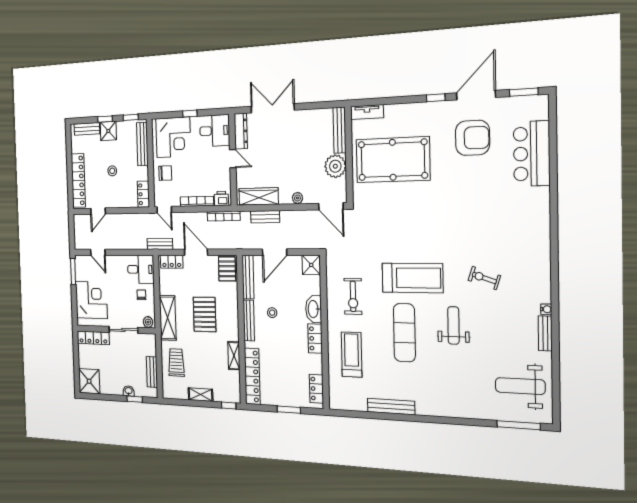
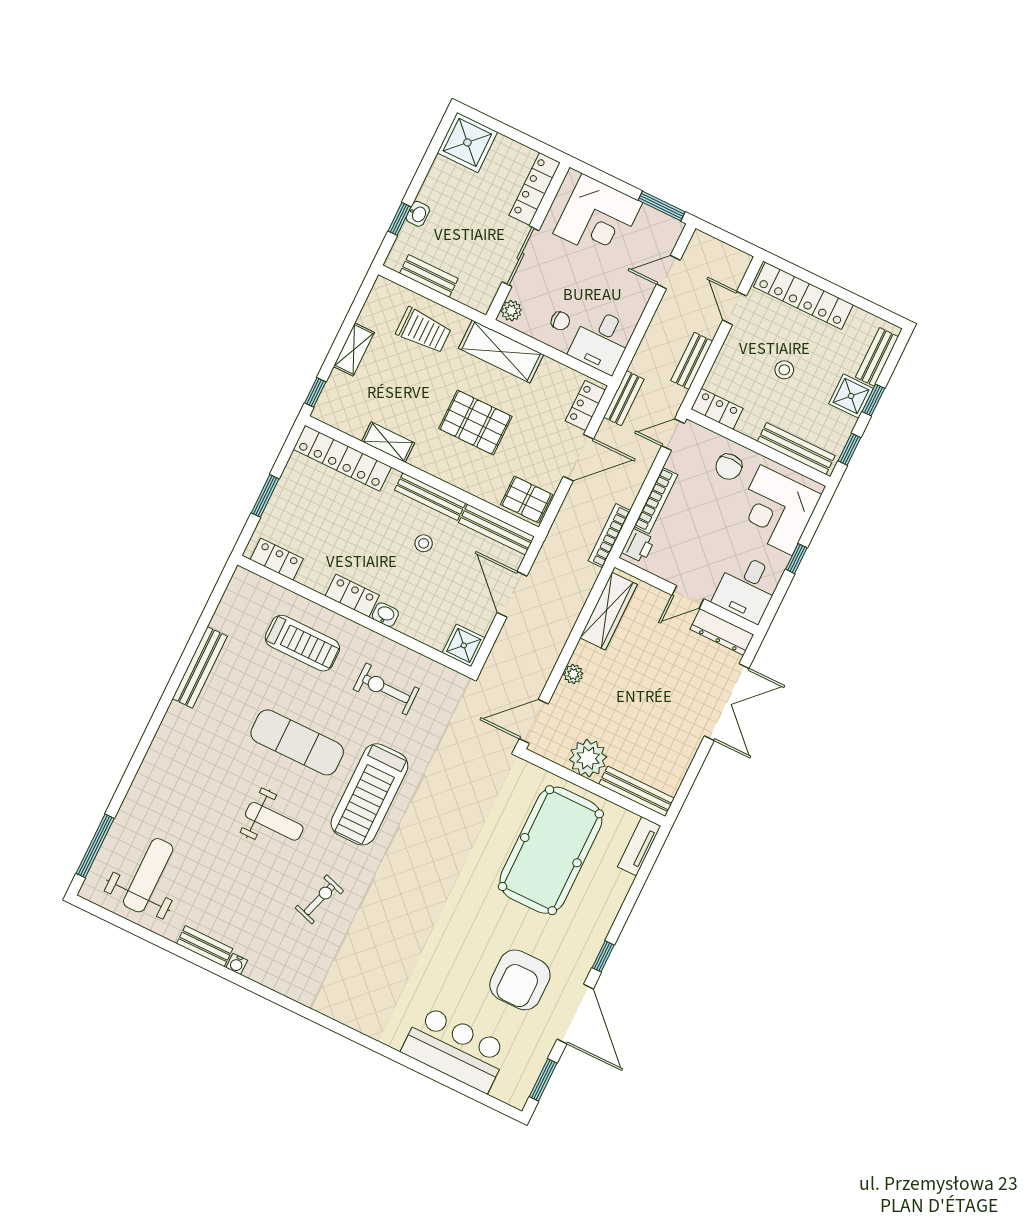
bench: (265, 217) -> (692, 361), moved
washbasin: (314, 309) -> (385, 615), width x0.52, depth x0.69

